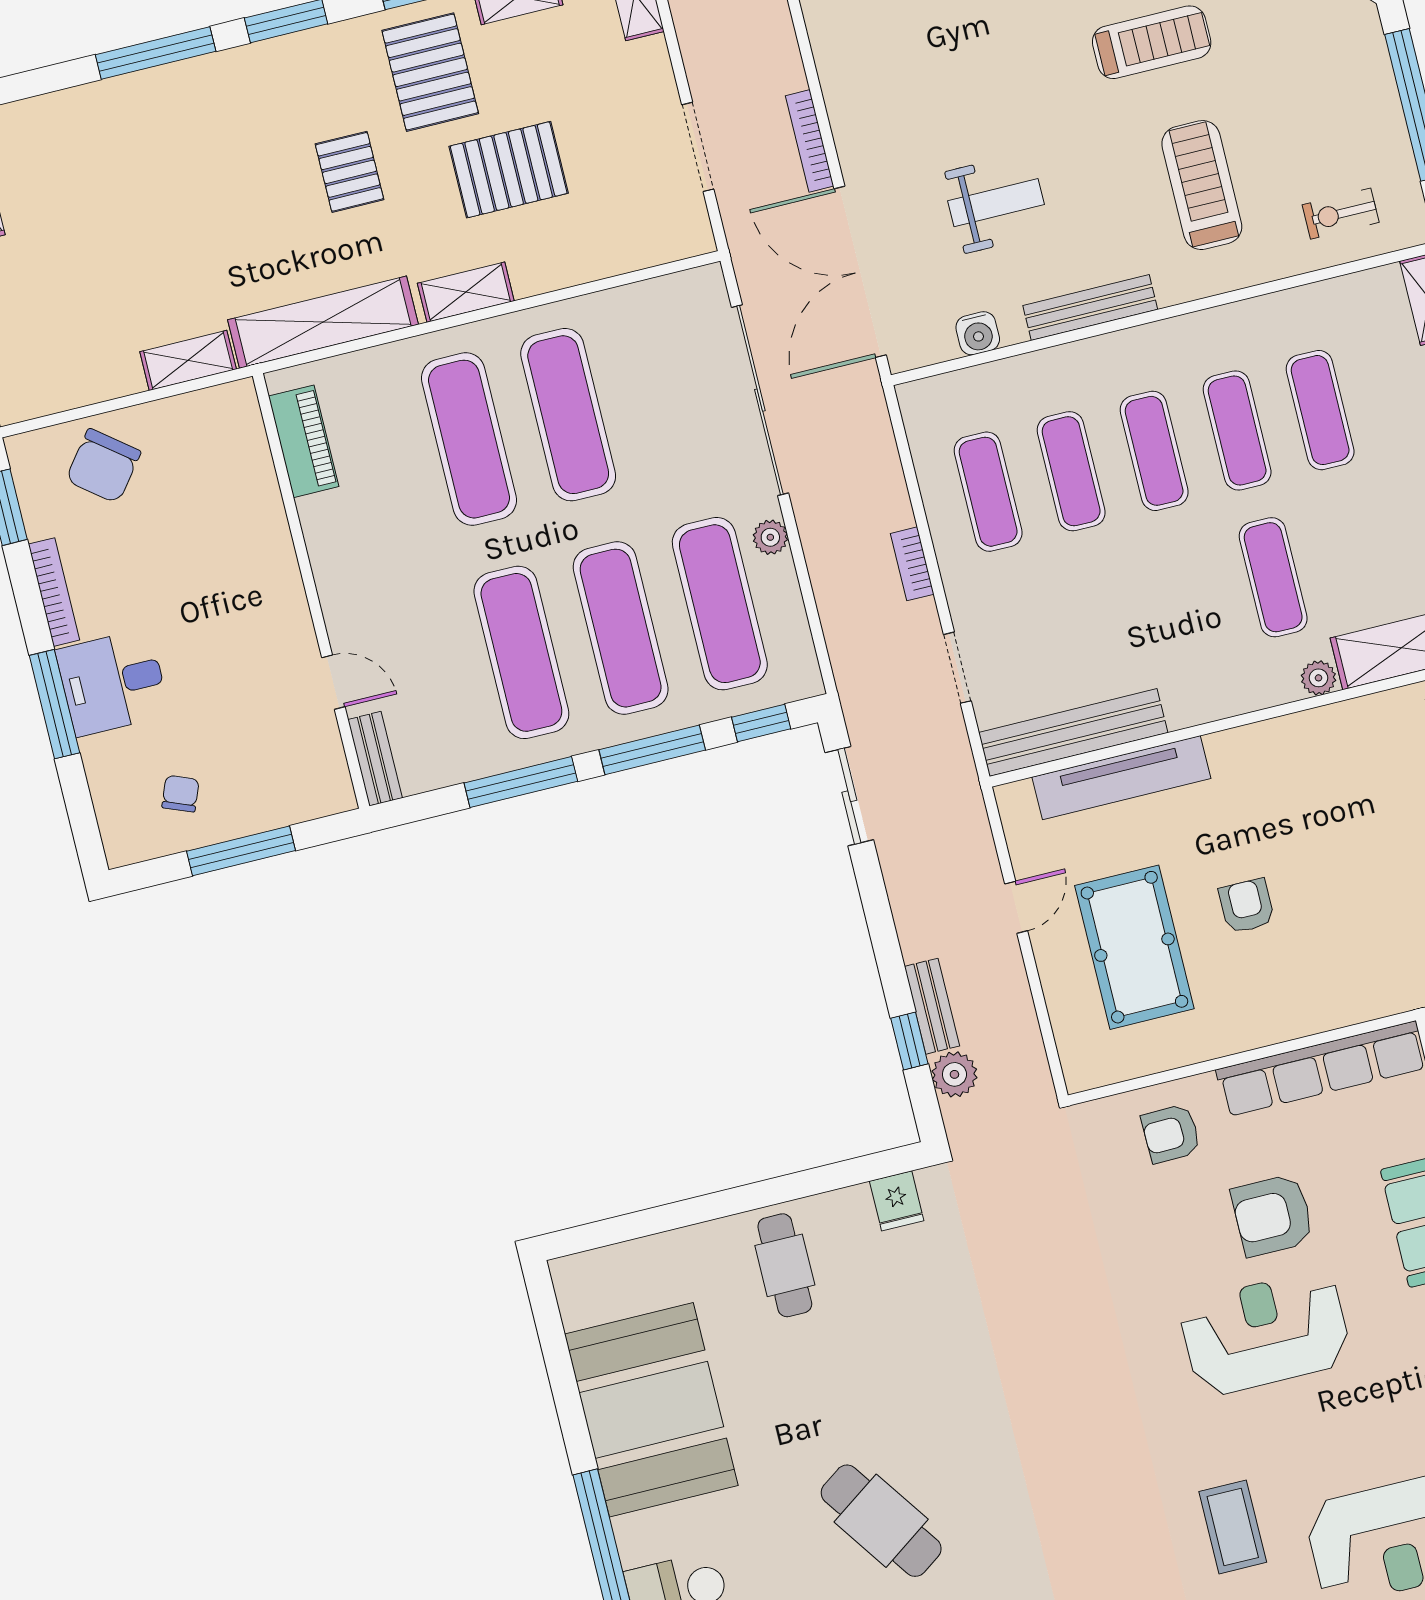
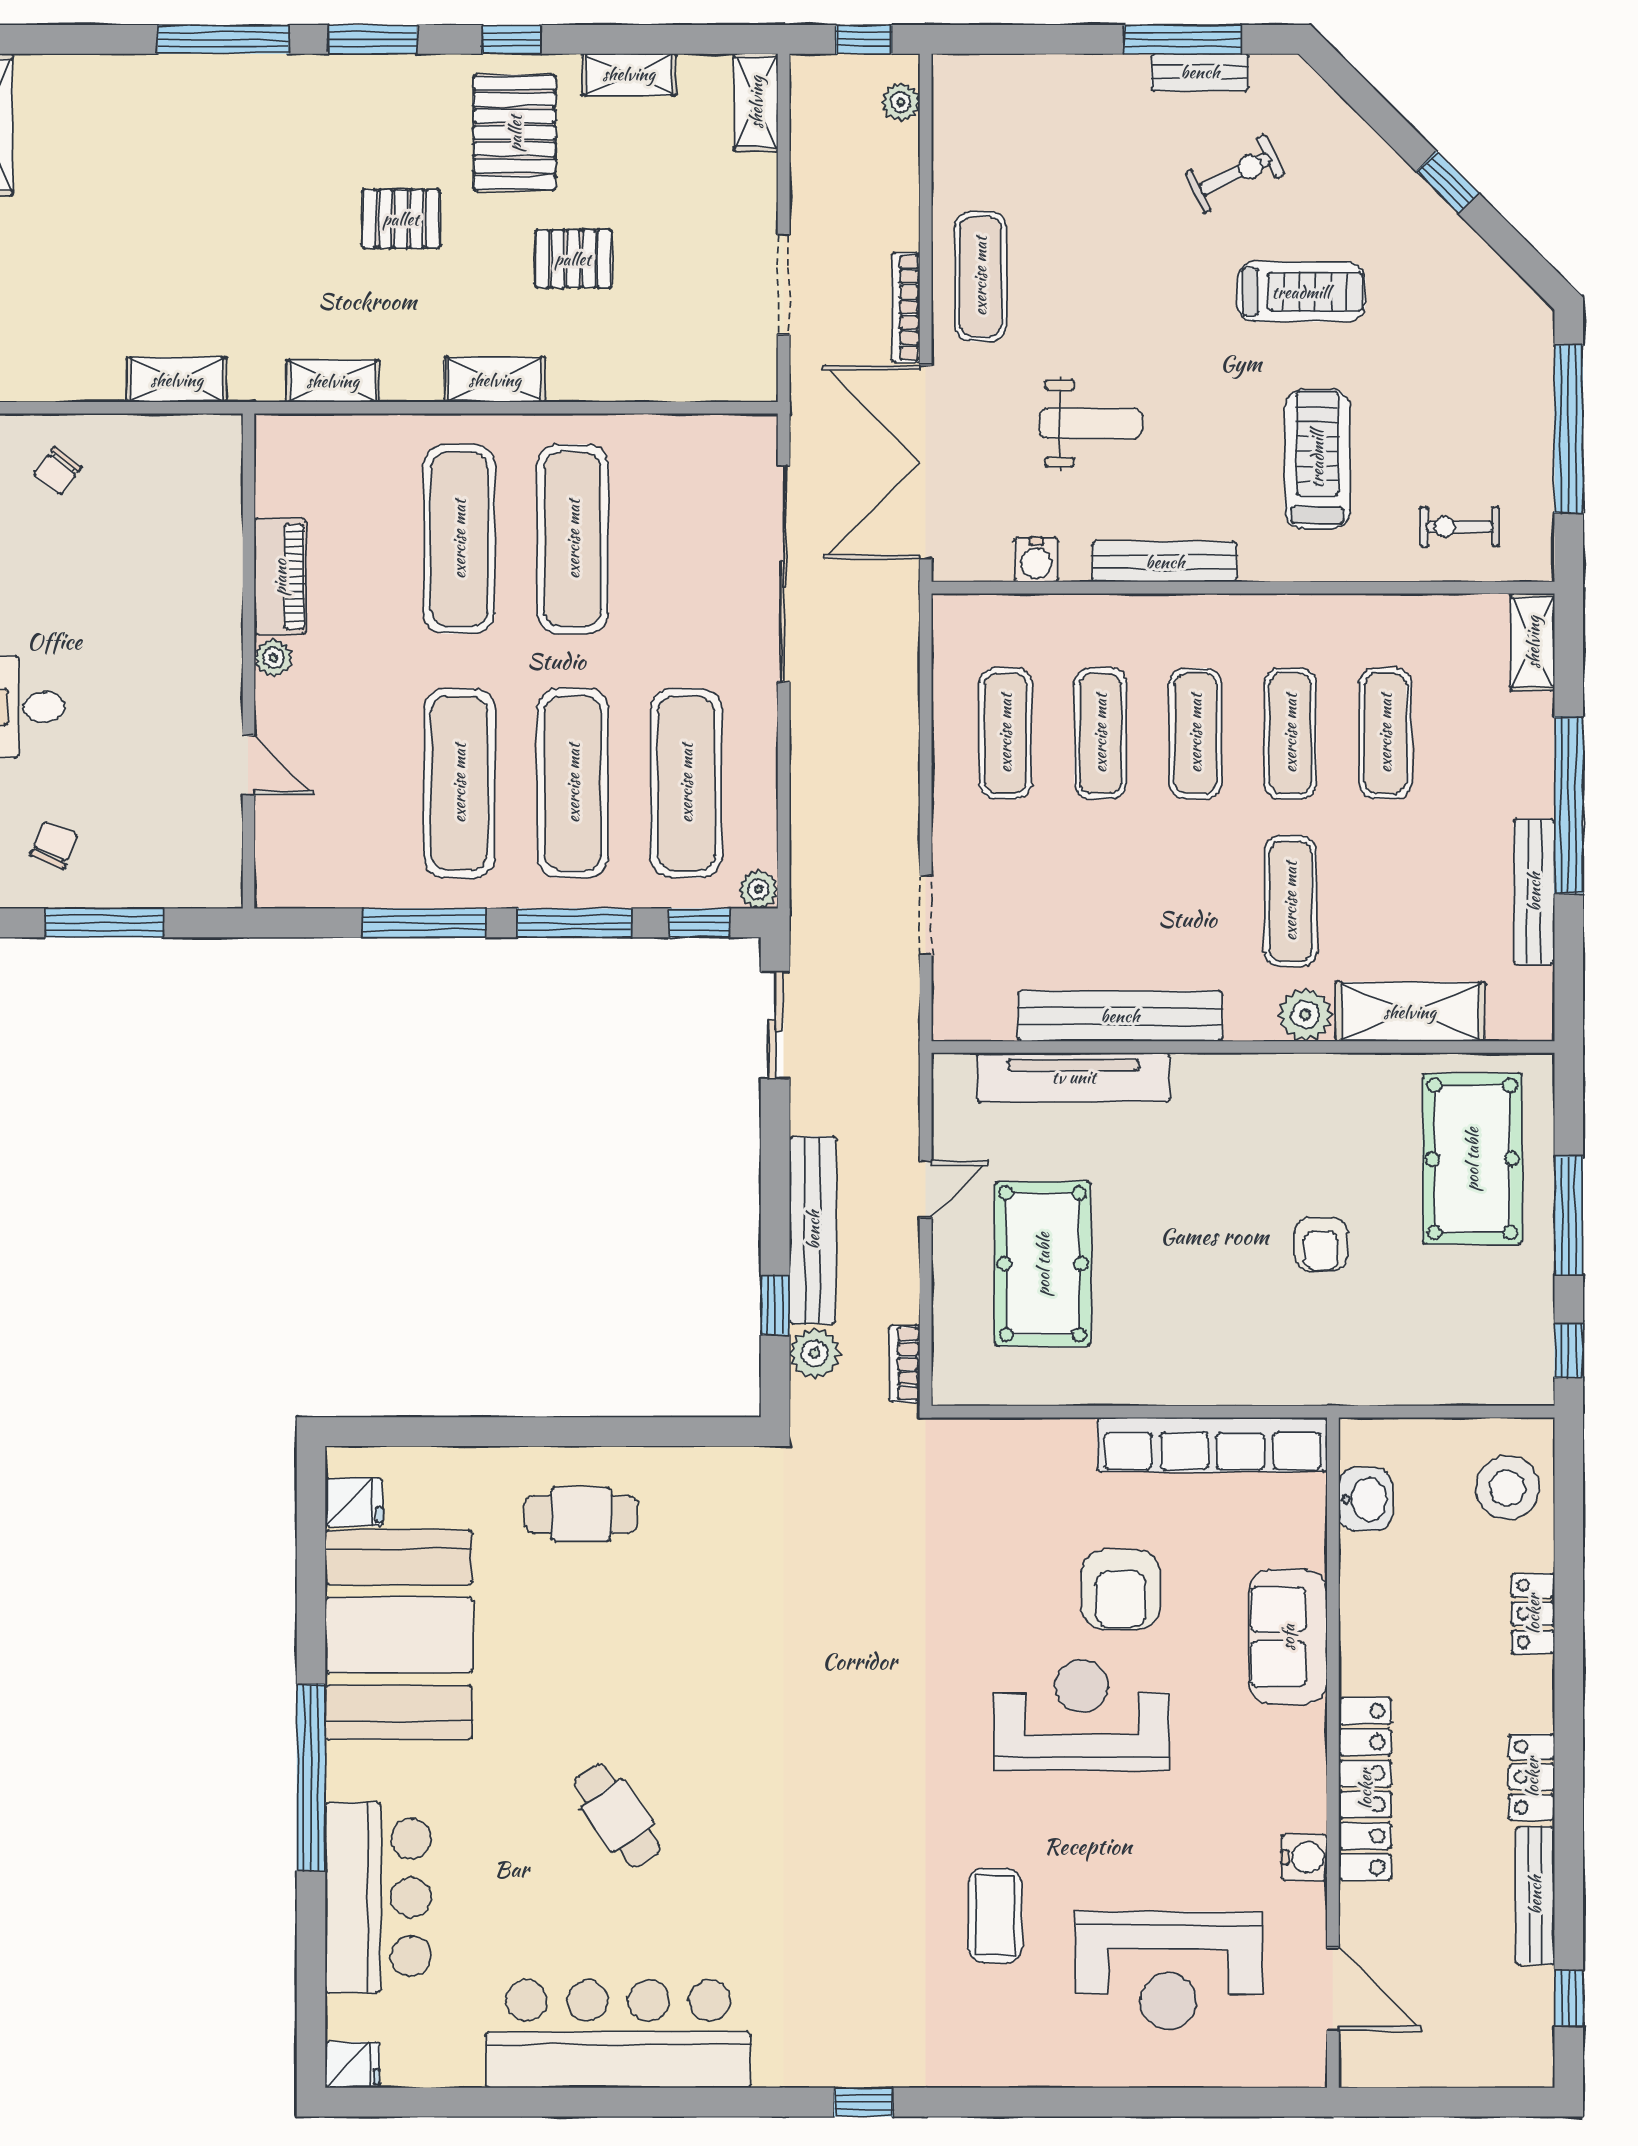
exercise mat: (868, 98) -> (980, 276), added
pallet: (509, 170) -> (573, 259), width x0.67, depth x0.71
pallet: (349, 172) -> (401, 219), turned 90
shelving: (323, 322) -> (333, 381), width x0.45, depth x0.75
piano: (304, 441) -> (280, 577), moved
chair: (103, 466) -> (57, 471), width x0.54, depth x0.54
plant: (770, 537) -> (758, 889), moved
bookcase: (912, 564) -> (904, 1364), moved
plant: (332, 583) -> (273, 658), added
plant: (1318, 678) -> (1305, 1015), width x1.38, depth x1.38
bench: (1073, 733) -> (1120, 1016), moved
bench: (375, 759) -> (273, 859), removed
armchair: (1247, 906) -> (1321, 1244), moved, turned 180
bench: (932, 1006) -> (813, 1230), width x1.86, depth x1.21
armchair: (1171, 1134) -> (1033, 1475), removed
fridge: (897, 1201) -> (354, 1502), moved, turned -90
armchair: (1273, 1215) -> (1121, 1590), turned -90
cafe table: (785, 1265) -> (581, 1514), turned 90
cafe table: (881, 1521) -> (617, 1816), width x0.73, depth x0.74

